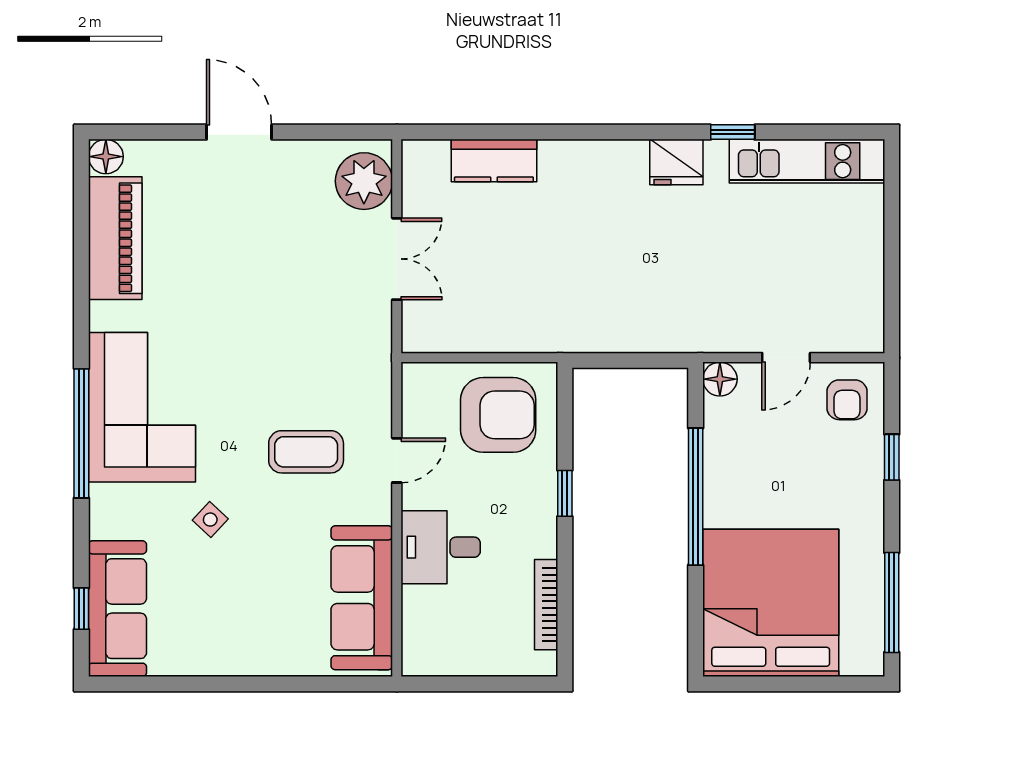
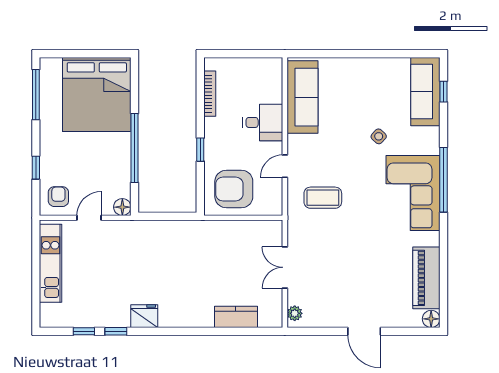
window: (796, 132) -> (84, 331), added
kitchen unit: (807, 161) -> (50, 263), moved, turned 90
plant: (364, 181) -> (295, 313), width x0.53, depth x0.53
coffee table: (306, 452) -> (323, 198), moved

